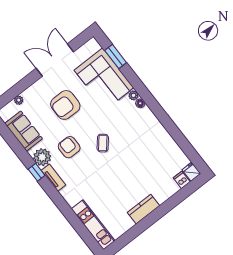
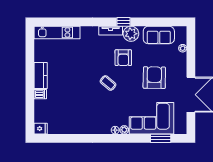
armchair: (69, 147) -> (123, 58), turned 90
dishwasher: (182, 180) -> (40, 94), moved

